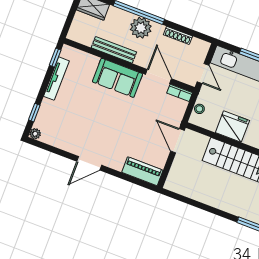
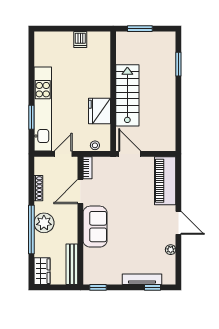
bench: (114, 50) -> (72, 264), moved
tv unit: (56, 79) -> (142, 279), moved
plant: (35, 134) -> (171, 250), moved
door: (177, 141) -> (130, 154), swing flipped
piano: (142, 171) -> (165, 181), width x1.37, depth x1.33

